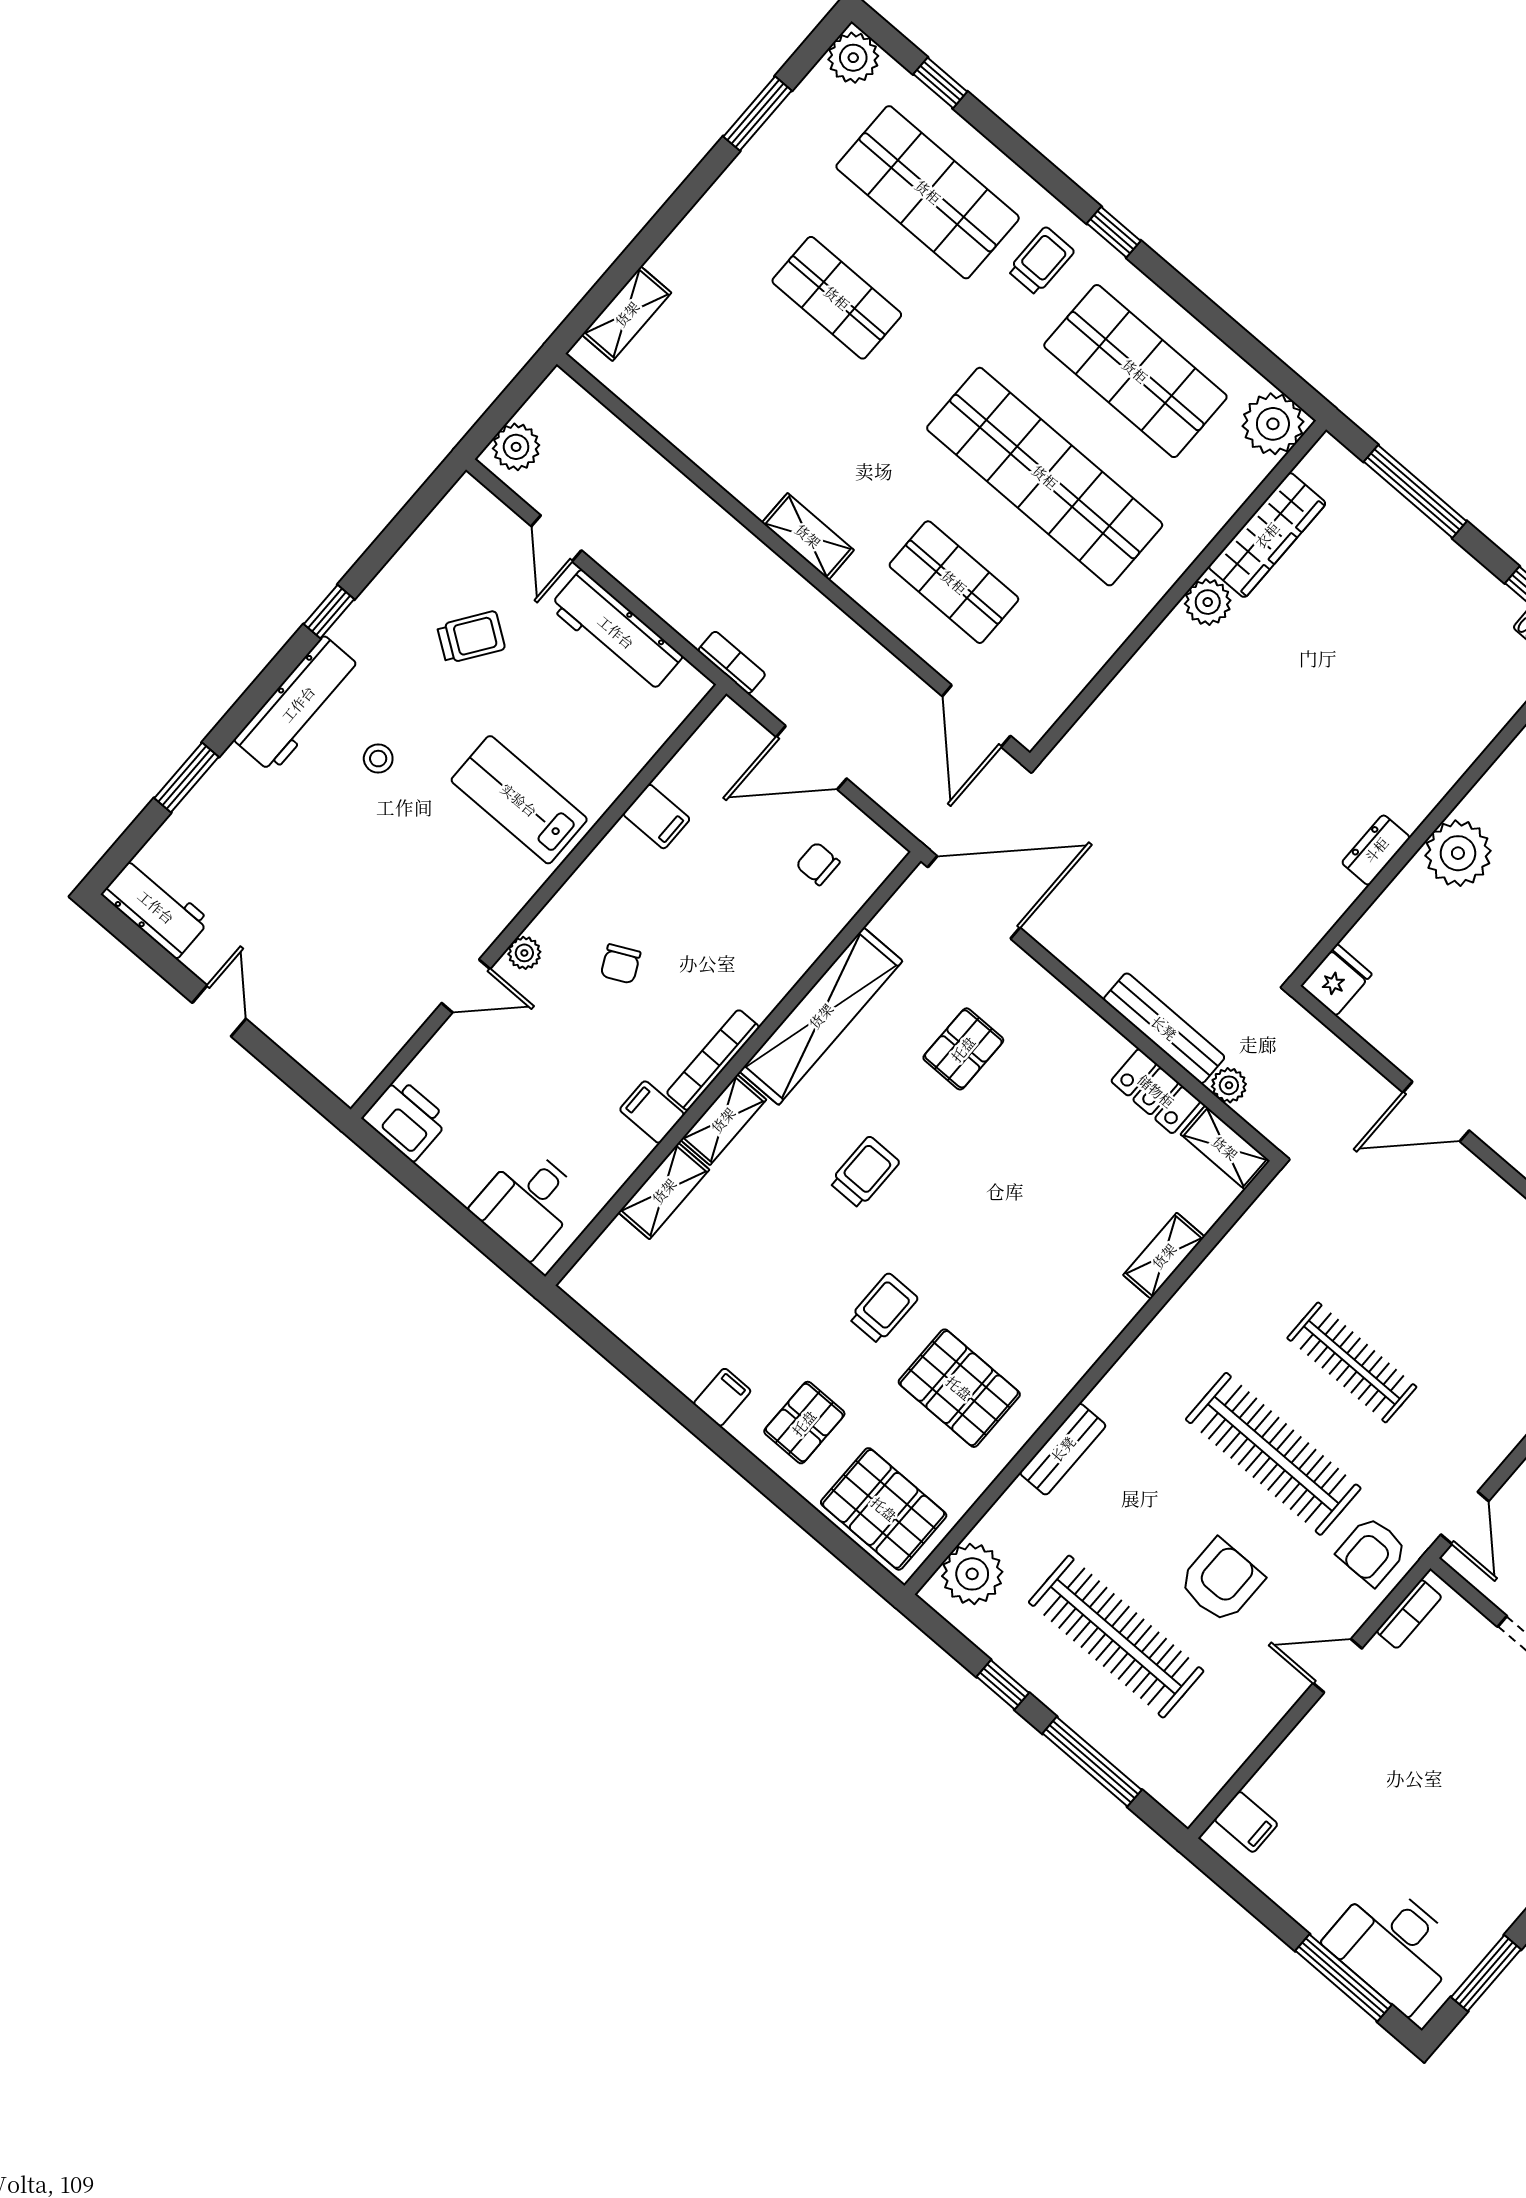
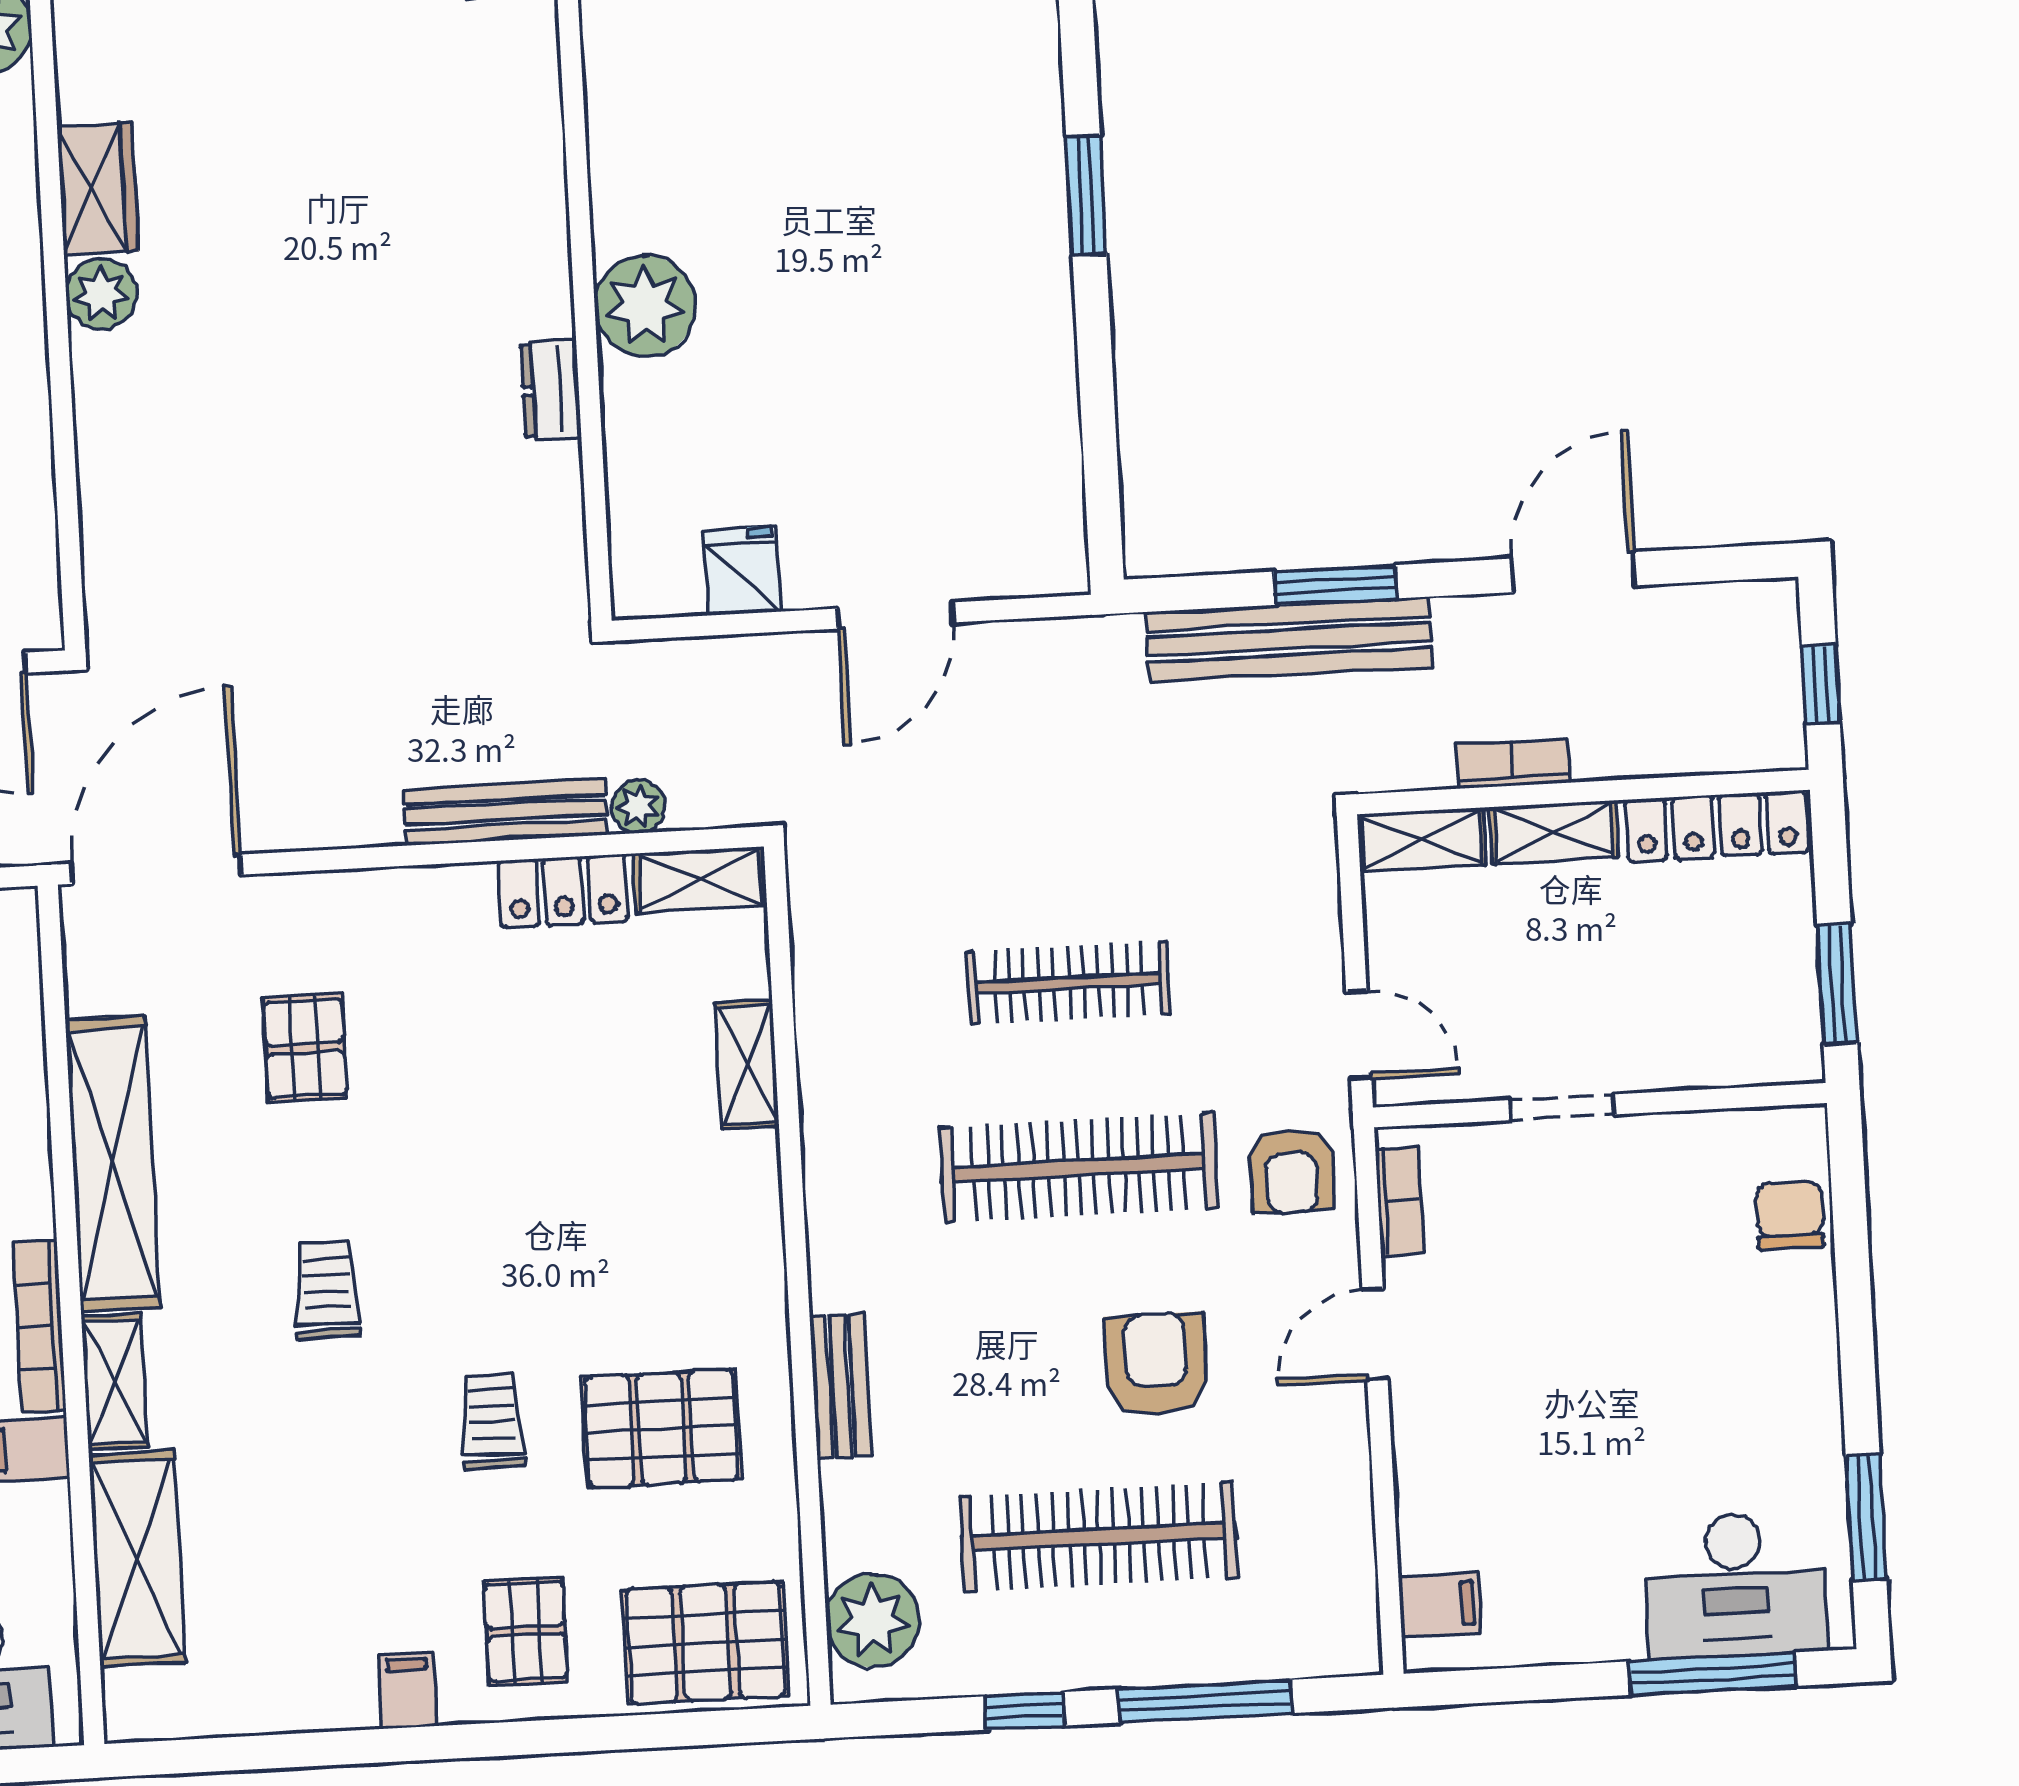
wardrobe: (1267, 535) -> (98, 189), width x0.67
fridge: (1336, 980) -> (742, 571), moved
shelving: (664, 1191) -> (137, 1559), width x1.50, depth x1.33

